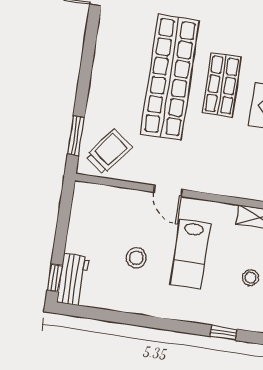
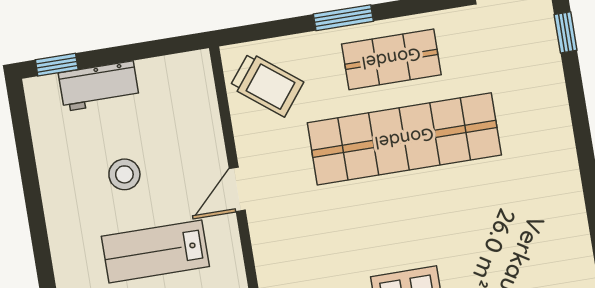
shop shelf: (222, 85) -> (391, 59), moved
window: (76, 136) -> (343, 18), moved
workbench: (73, 280) -> (99, 86), moved

